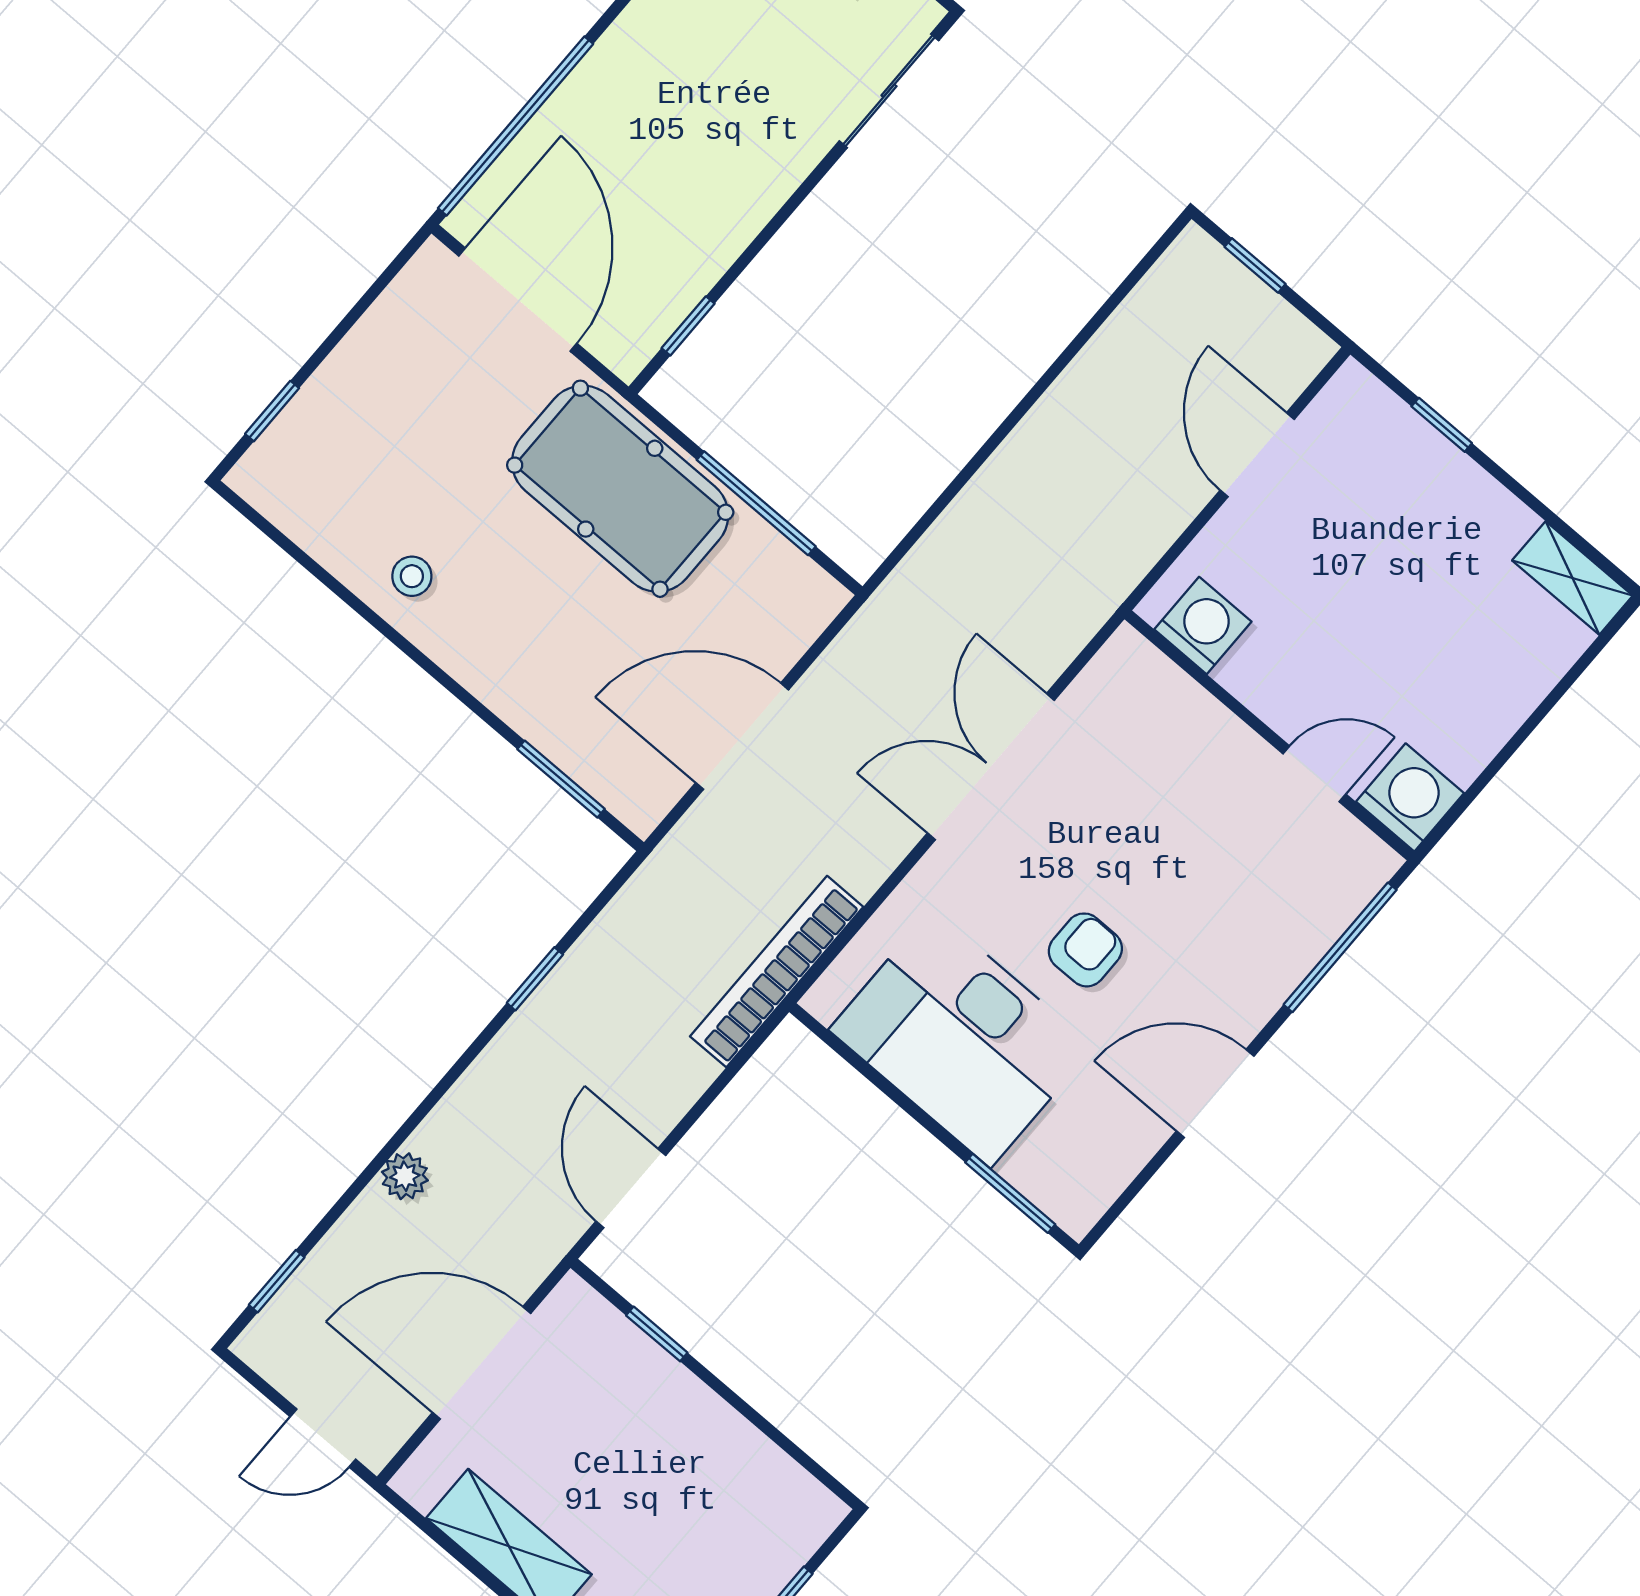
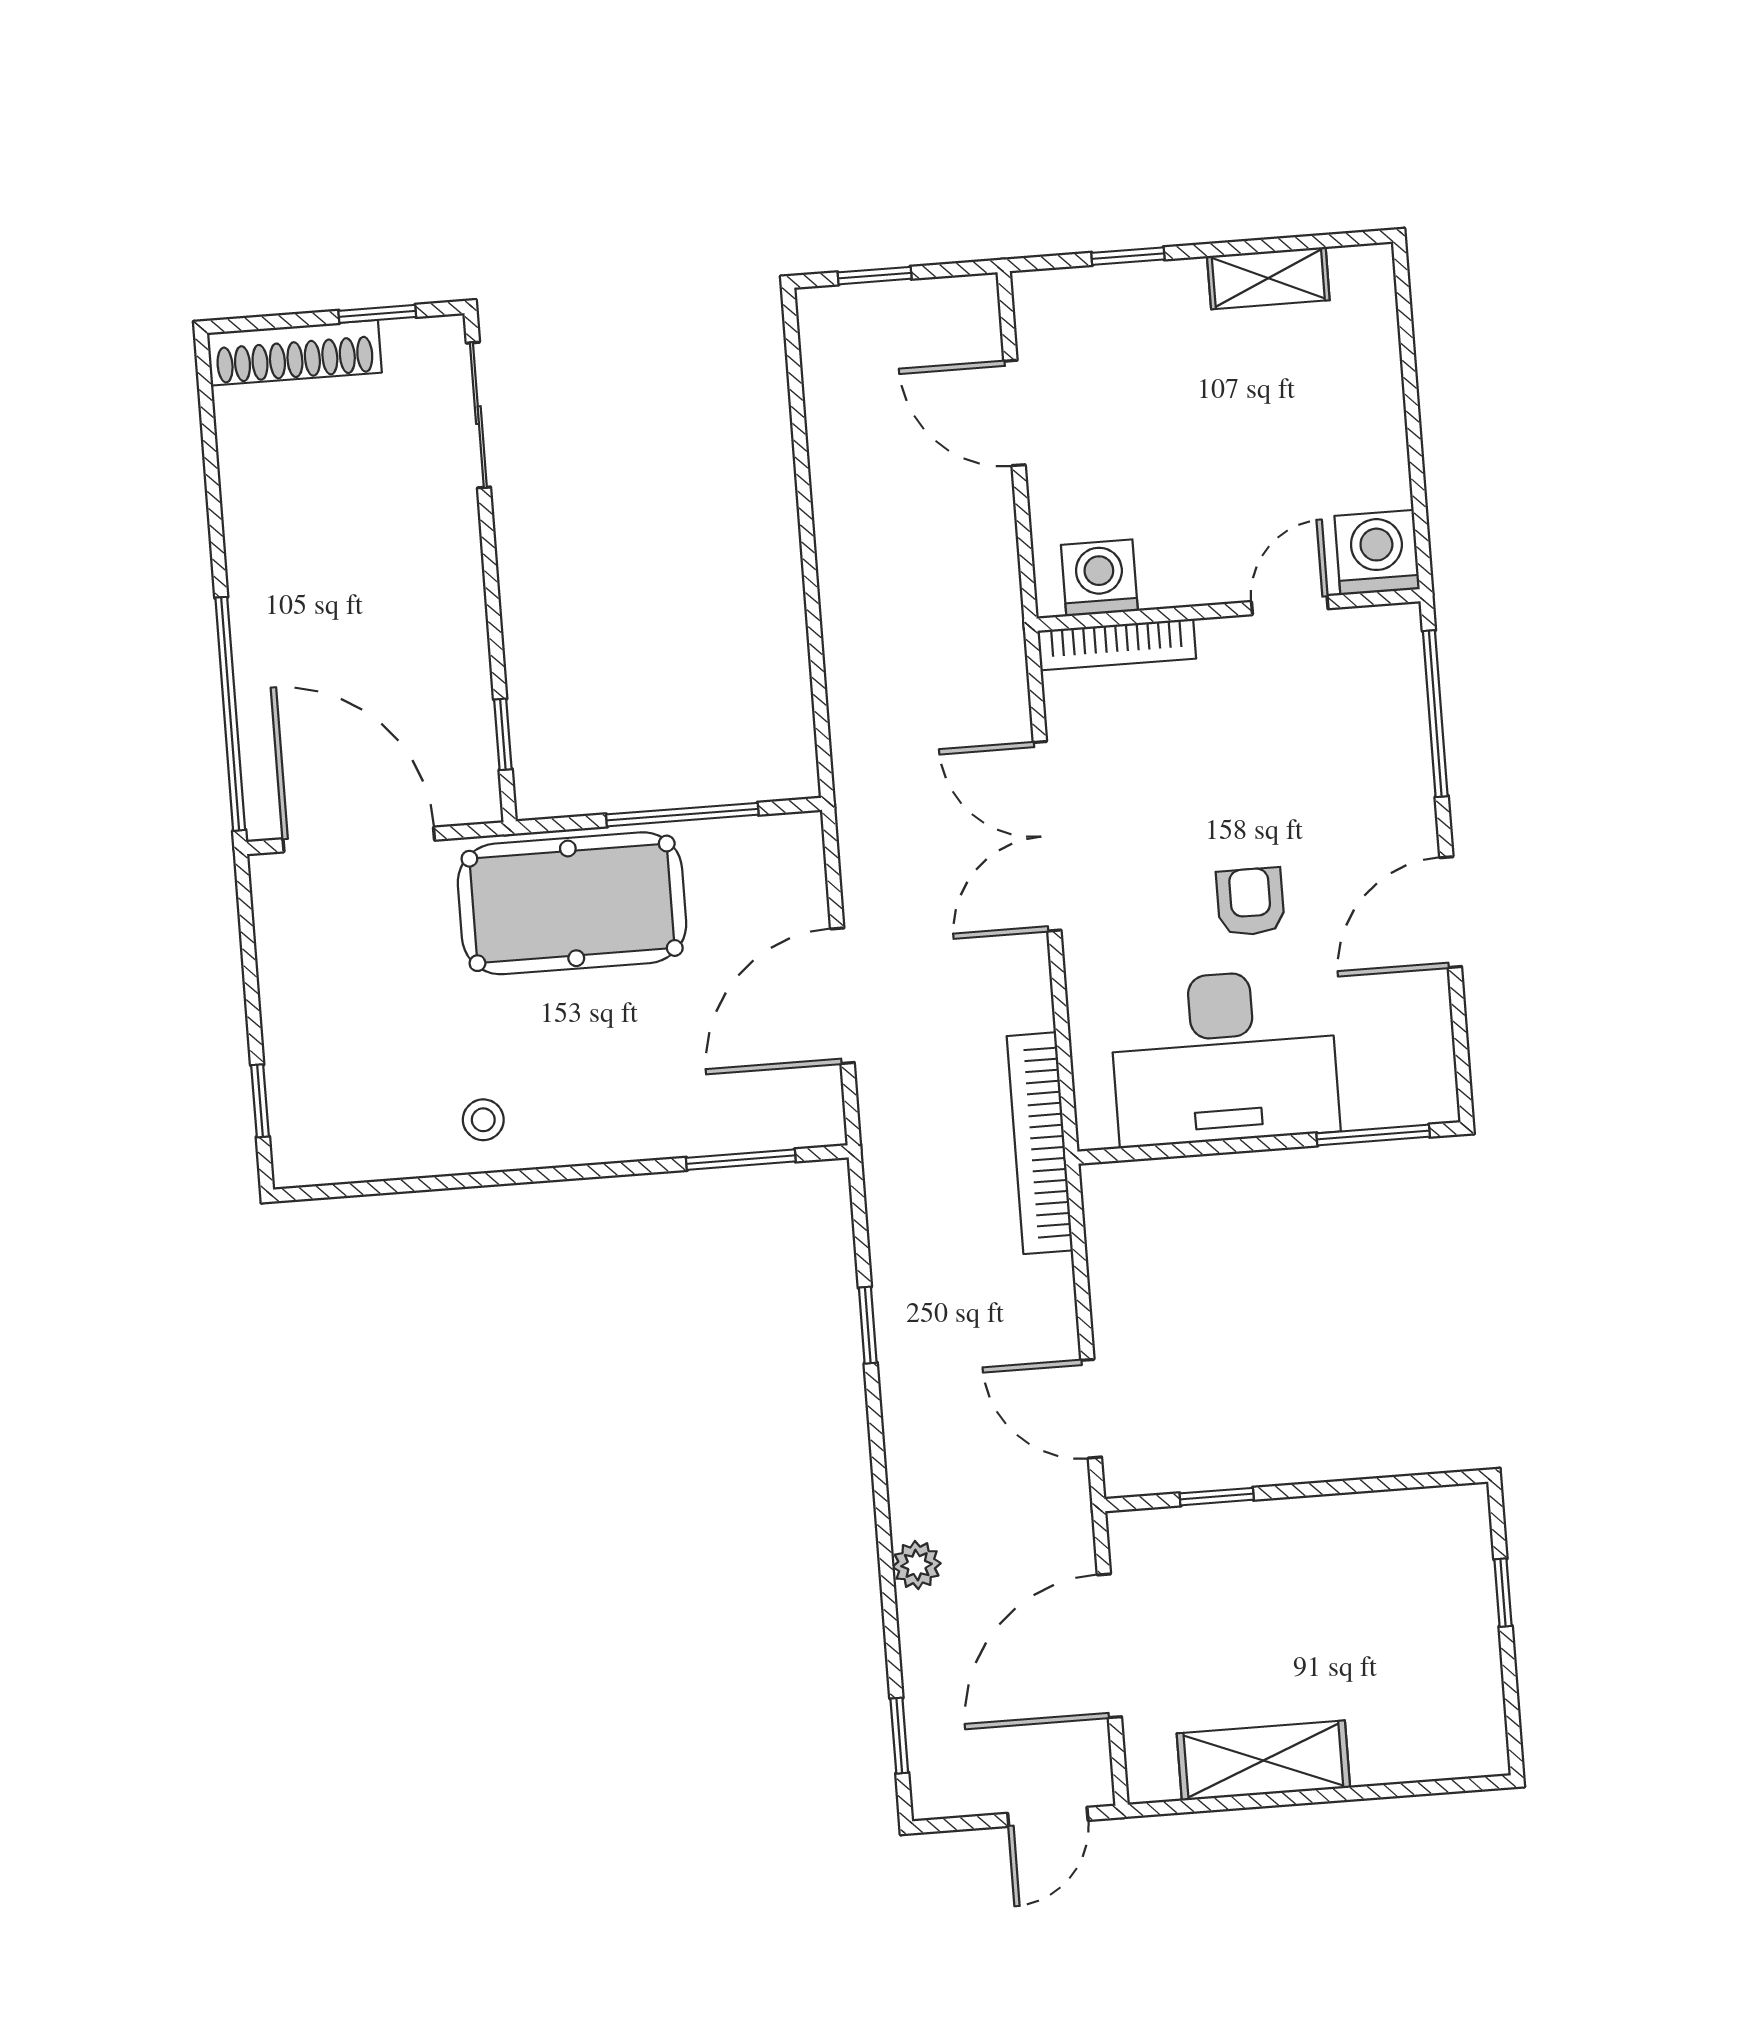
shelving: (1572, 578) -> (1268, 278), moved
bookcase: (1169, 683) -> (1117, 645), added

